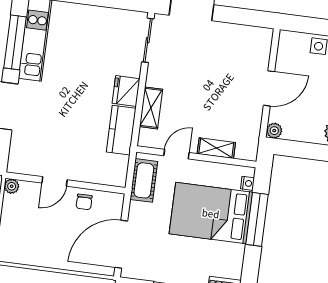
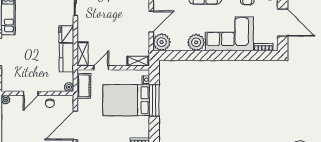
shelving: (151, 108) -> (83, 54), moved
plant: (274, 131) -> (162, 42), width x1.88, depth x1.88
shelving: (216, 148) -> (138, 61), moved
plant: (119, 179) -> (69, 87), added

